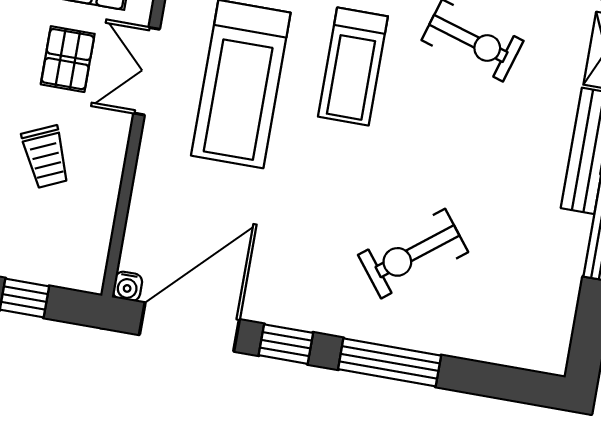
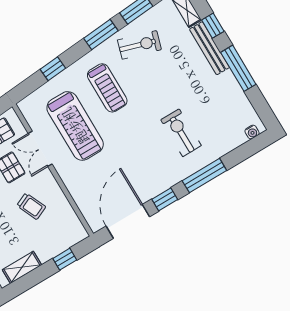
exercise bike: (413, 254) -> (181, 133), turned 128
water cooler: (127, 286) -> (252, 132), moved

